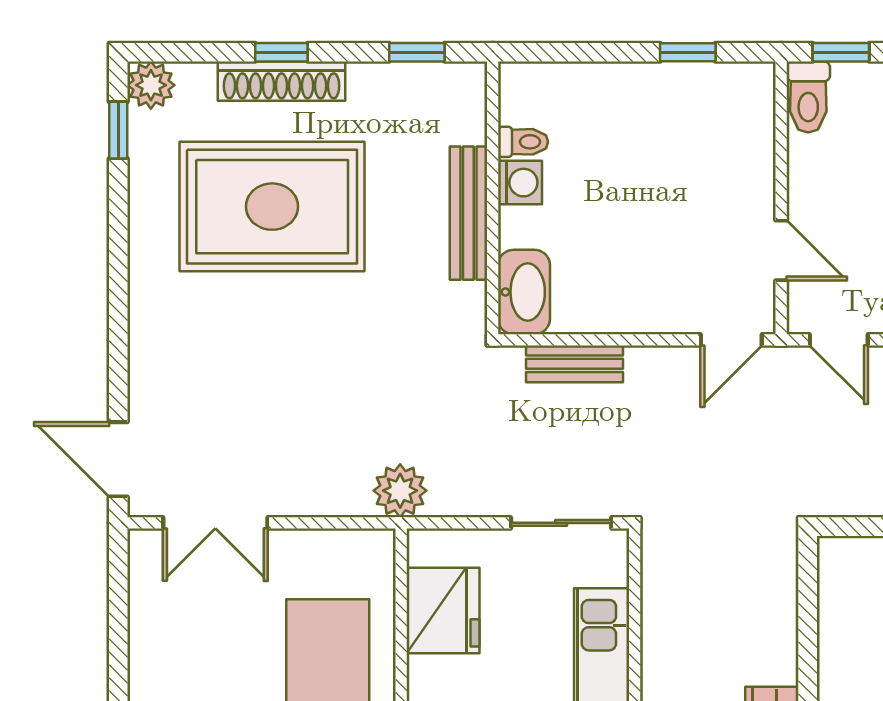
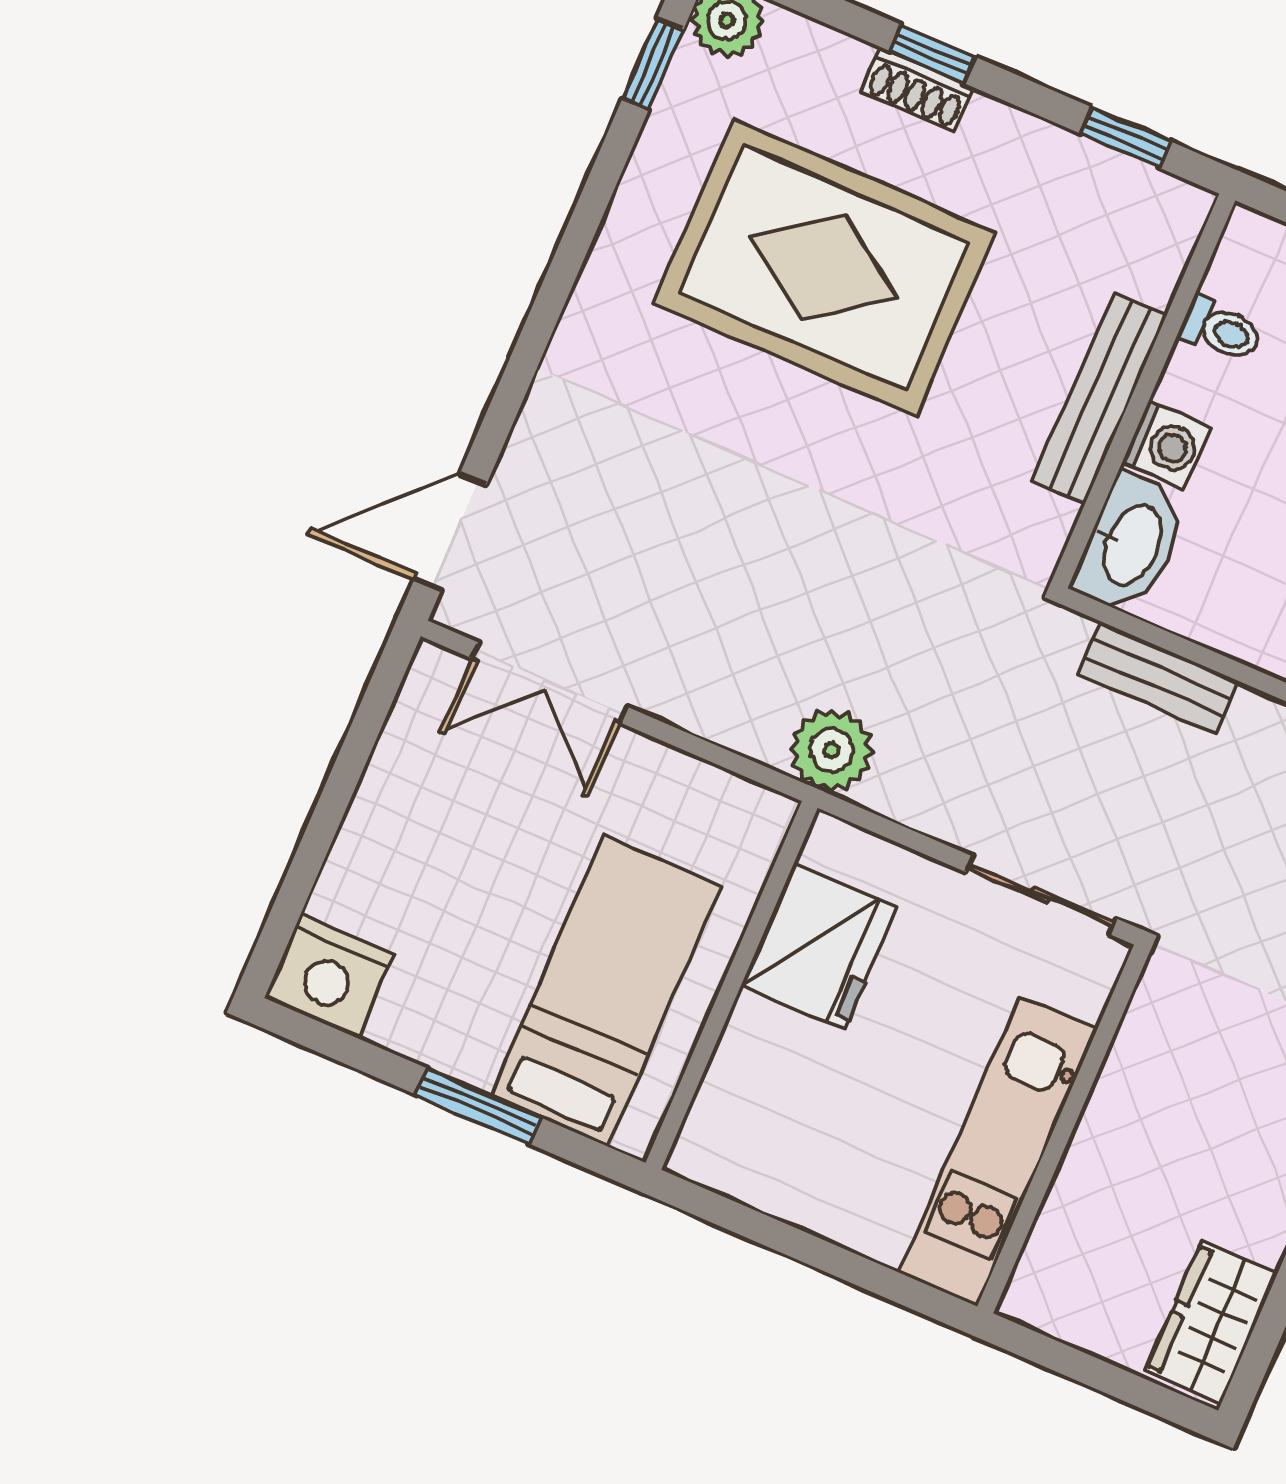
shoe rack: (282, 81) -> (917, 90), width x0.51, depth x0.81
washing machine: (520, 183) -> (1166, 445), moved
door: (118, 459) -> (450, 532), hinge flipped

